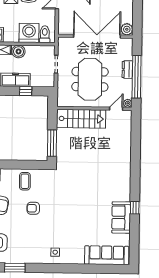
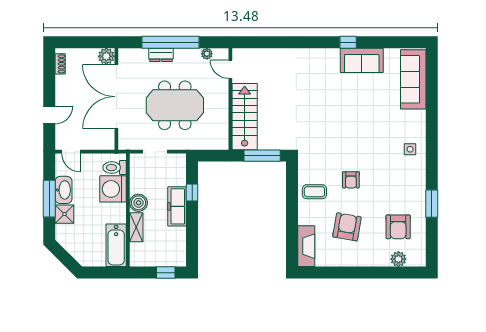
wall: (94, 108) -> (230, 99), moved
door: (116, 109) -> (230, 69), moved
stairs: (81, 119) -> (245, 117), moved

